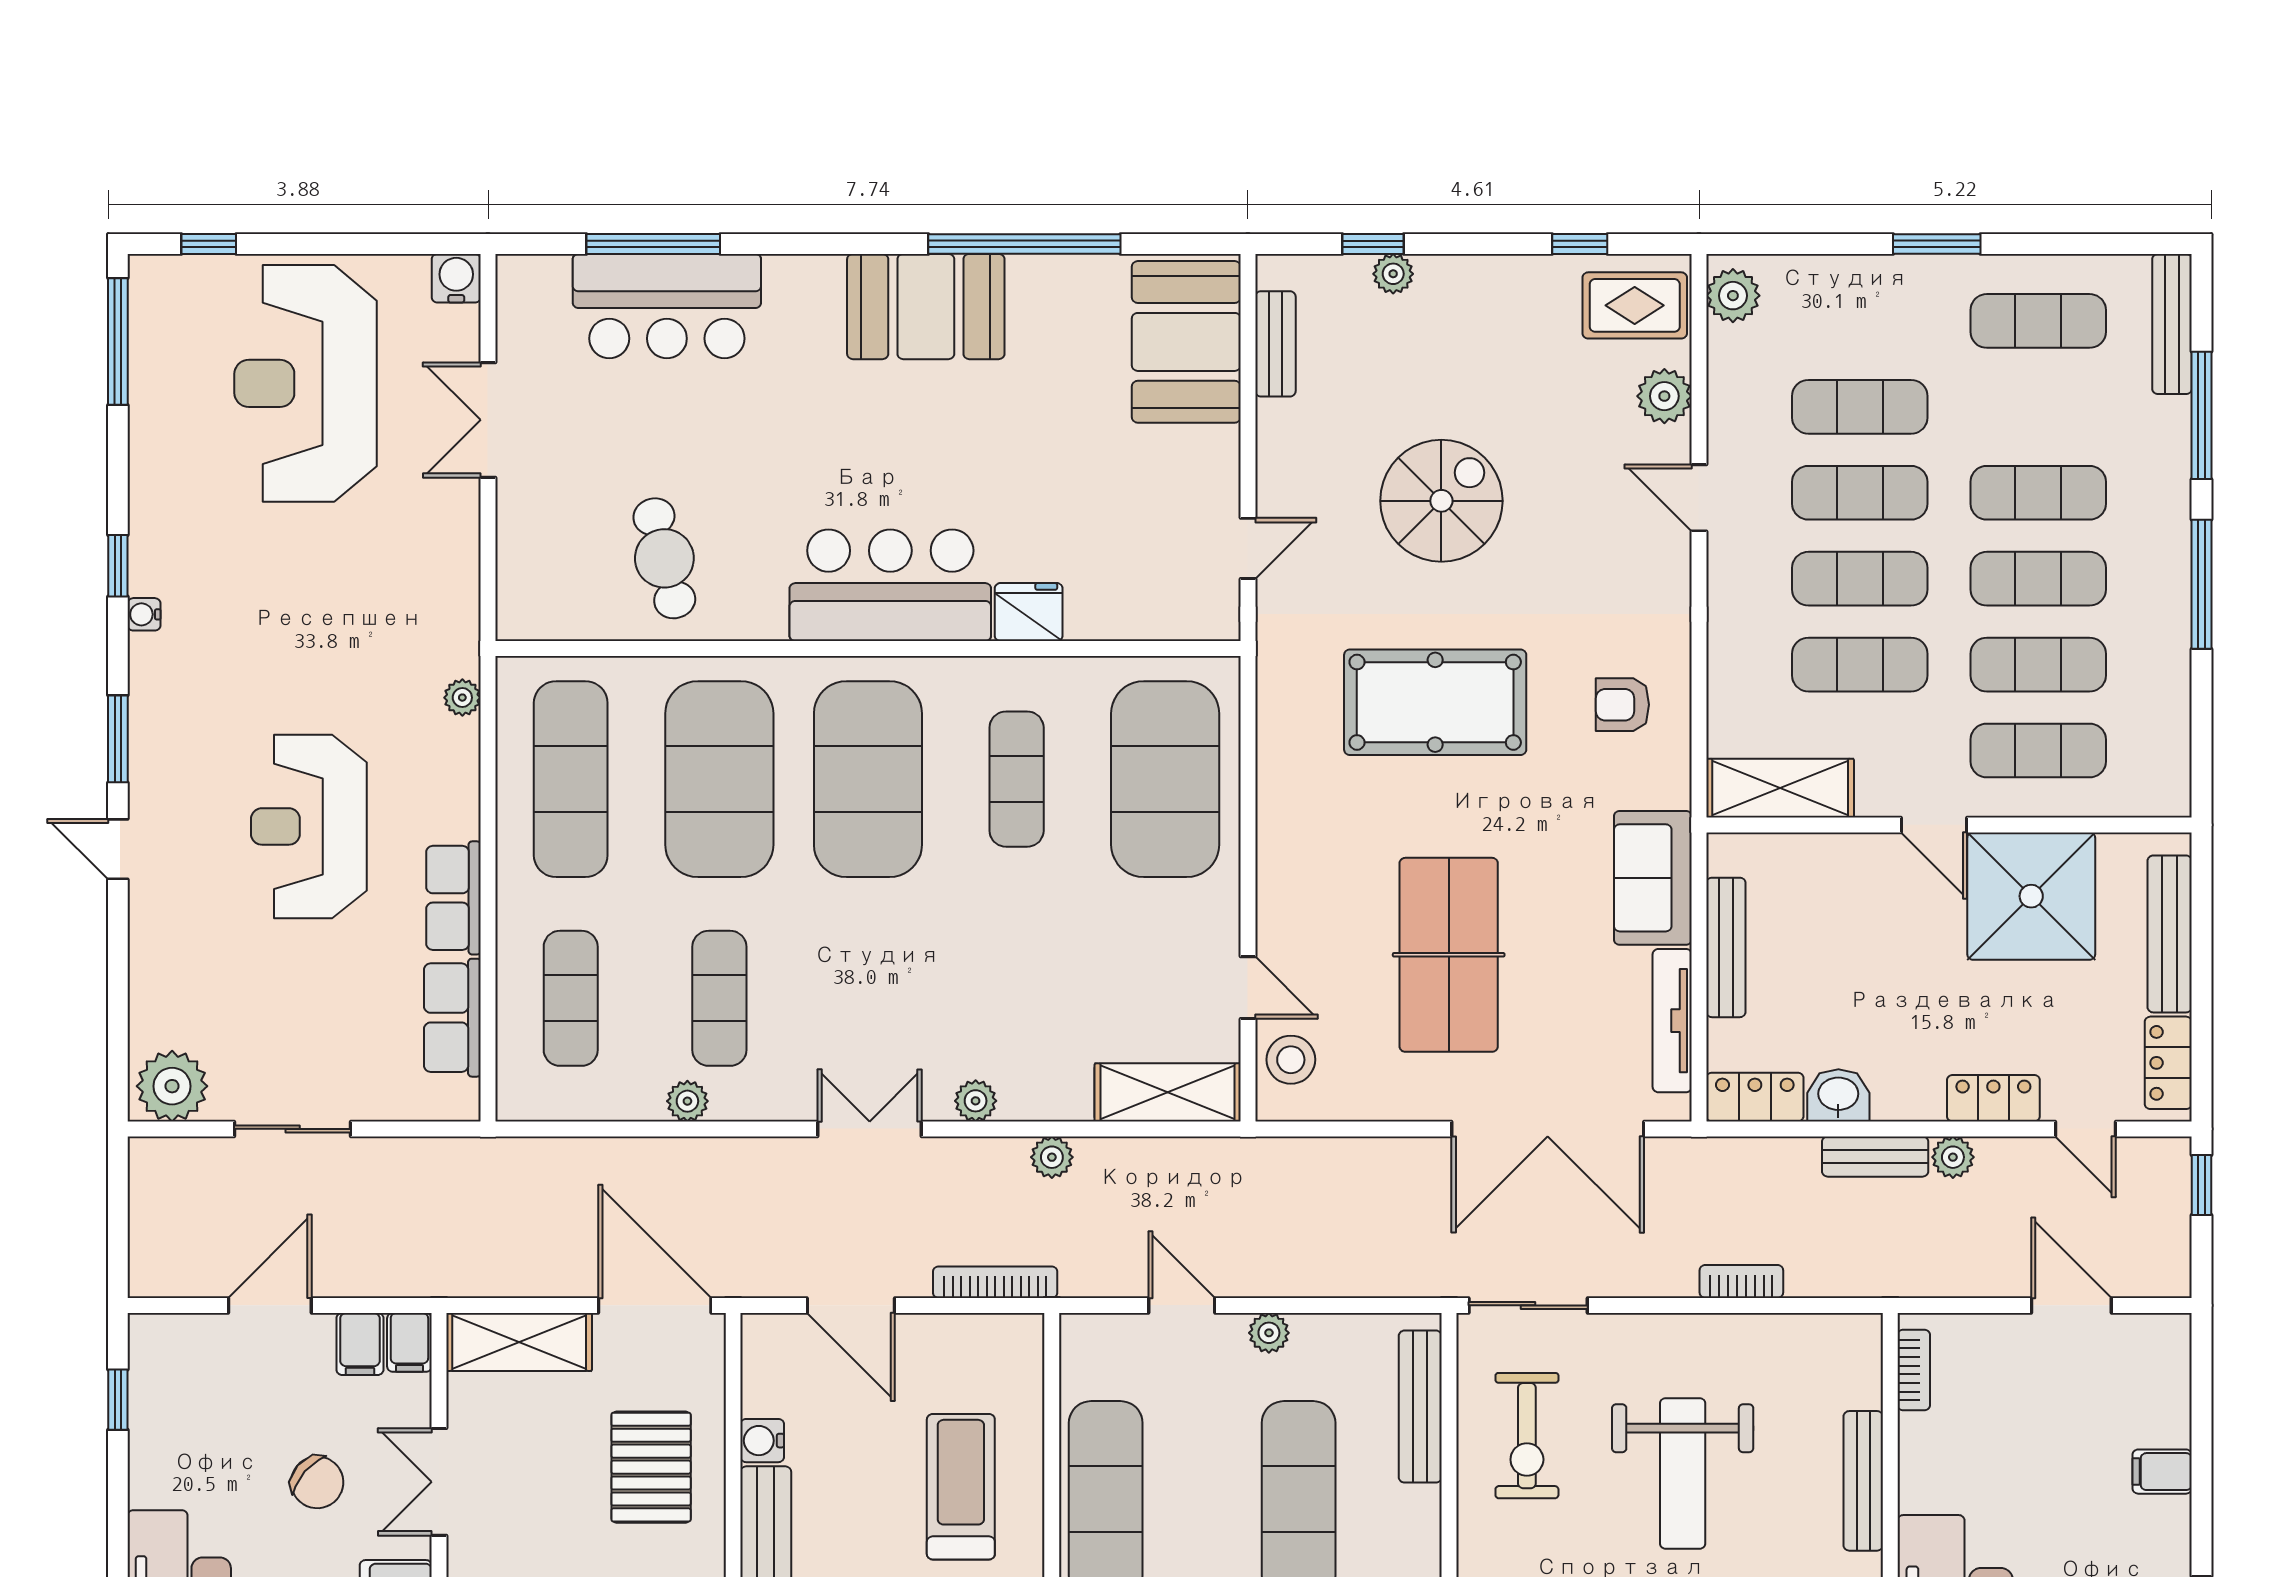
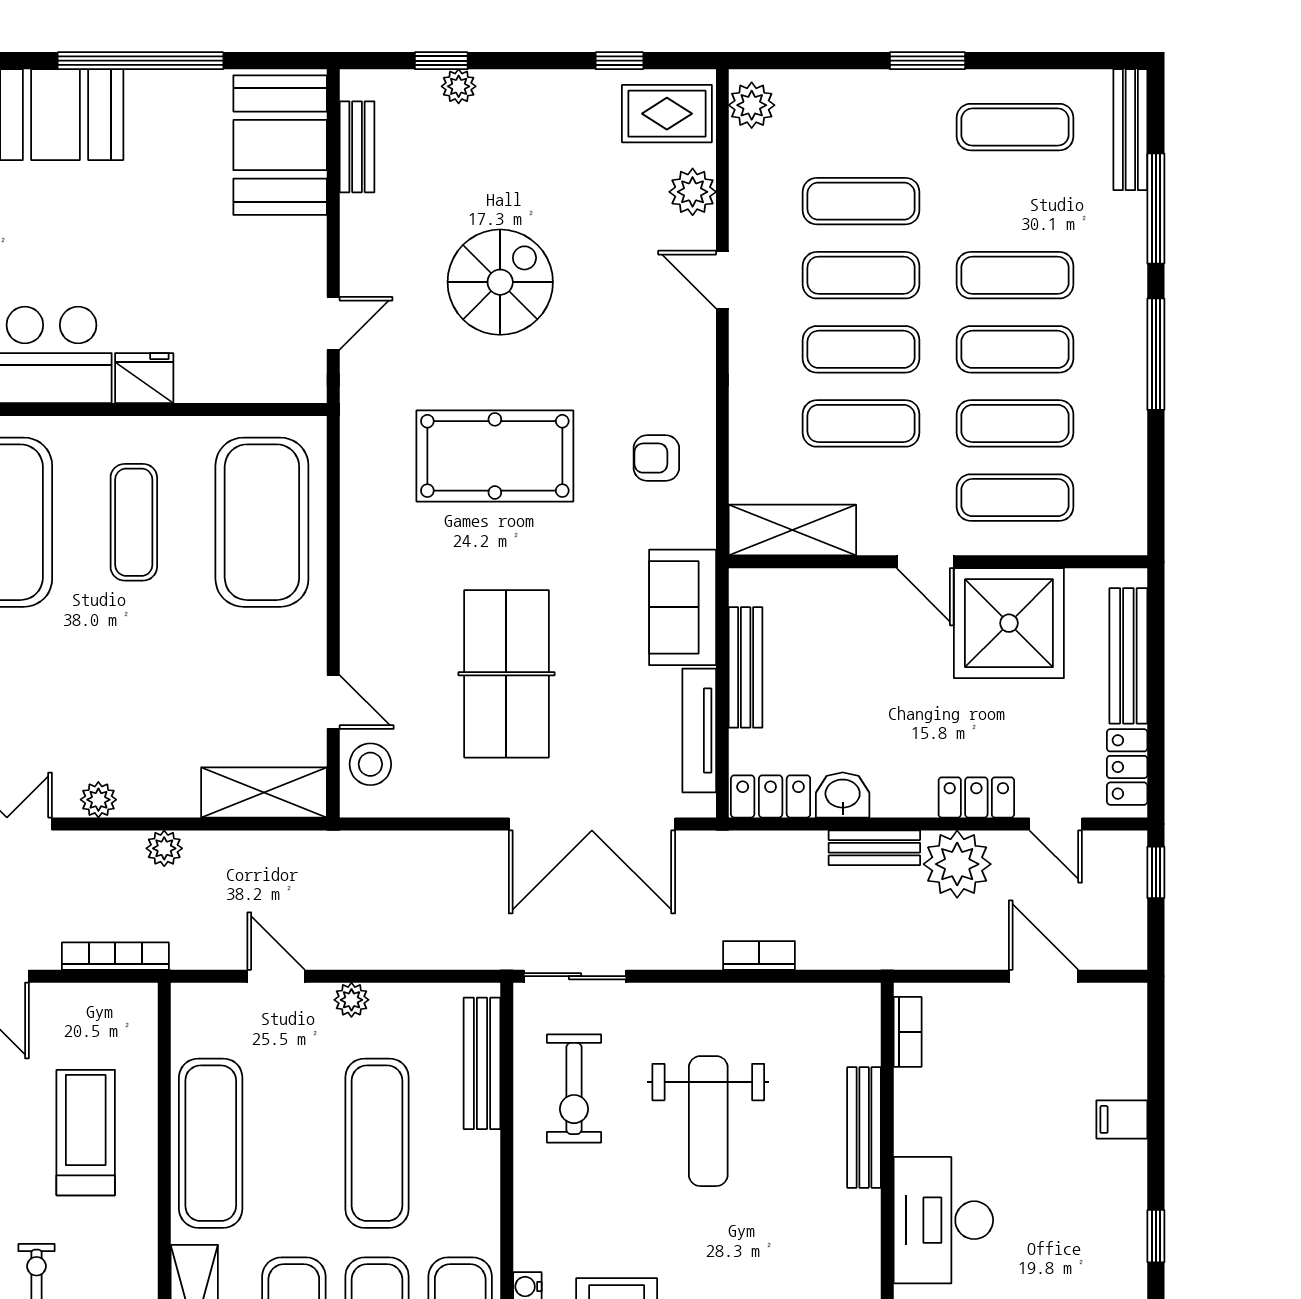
plant: (1953, 1157) -> (957, 864), width x1.87, depth x1.87

